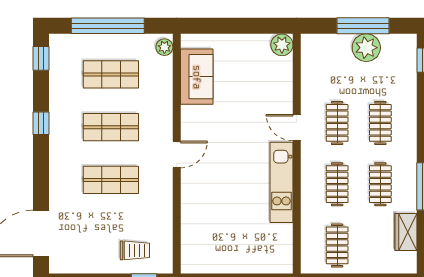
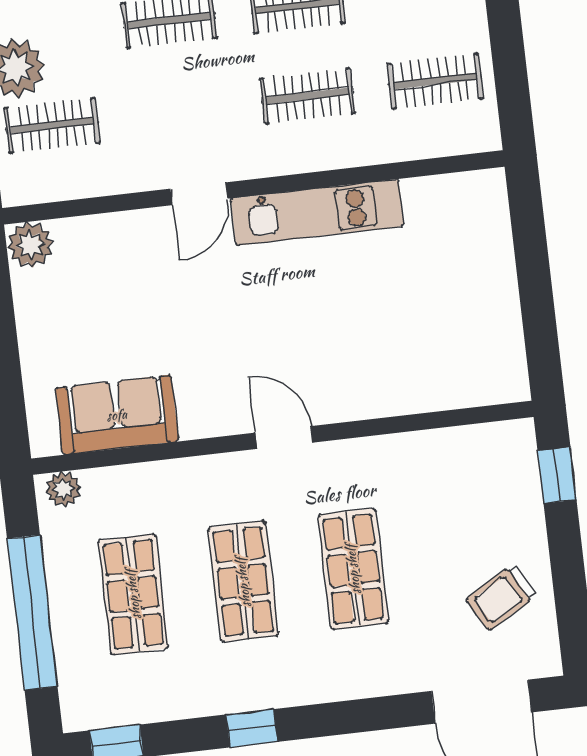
clothes rail: (337, 123) -> (52, 125), moved
trolley: (135, 250) -> (501, 597), moved, turned -120

